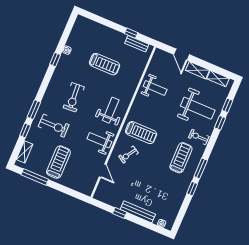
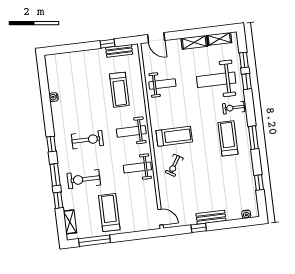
door: (182, 55) -> (156, 38), moved
window: (55, 60) -> (51, 144), moved
treadmill: (105, 64) -> (119, 90), moved, turned 90
exercise bike: (74, 97) -> (87, 140), turned -86
weight bench: (198, 108) -> (216, 80), turned 180
weight bench: (111, 110) -> (131, 131), turned -90
exercise bike: (54, 126) -> (84, 179), turned 180
door: (103, 171) -> (160, 217), moved
window: (192, 189) -> (259, 183), moved
bench: (138, 212) -> (211, 217), width x0.73

